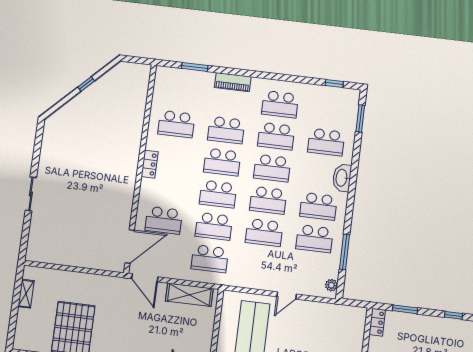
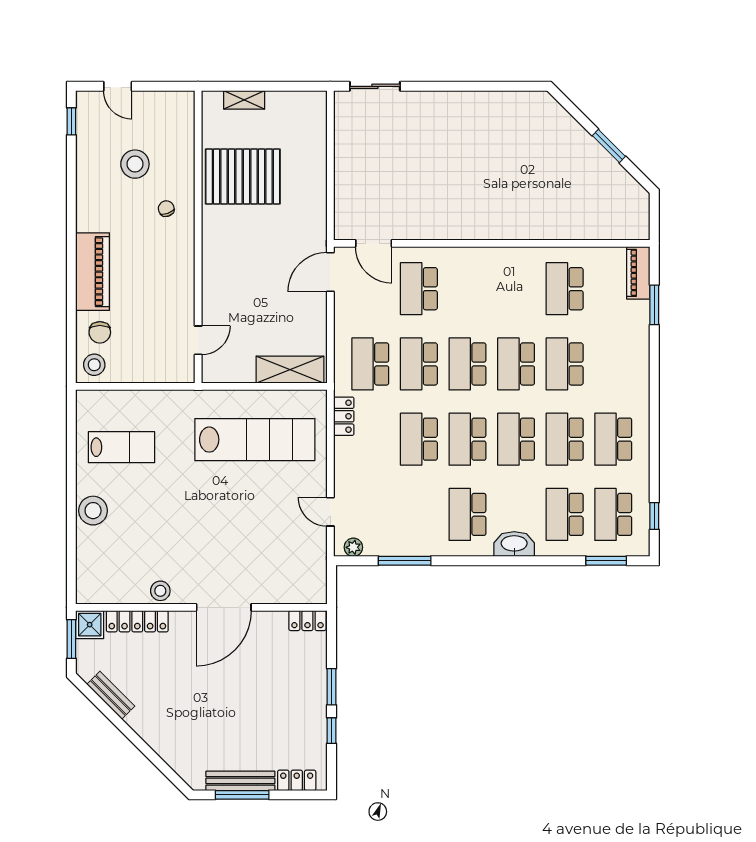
piano: (233, 82) -> (638, 273), moved
window: (86, 84) -> (609, 146), width x1.50
locker: (150, 164) -> (344, 416), moved, turned -90
sliding door: (31, 194) -> (375, 86), moved
school desk: (314, 239) -> (613, 514), moved
door: (130, 247) -> (374, 243), width x0.73
shelving: (26, 294) -> (244, 100), moved
shelving: (189, 295) -> (290, 370), moved, turned 90
door: (287, 295) -> (330, 512), moved
window: (405, 309) -> (331, 687), moved

